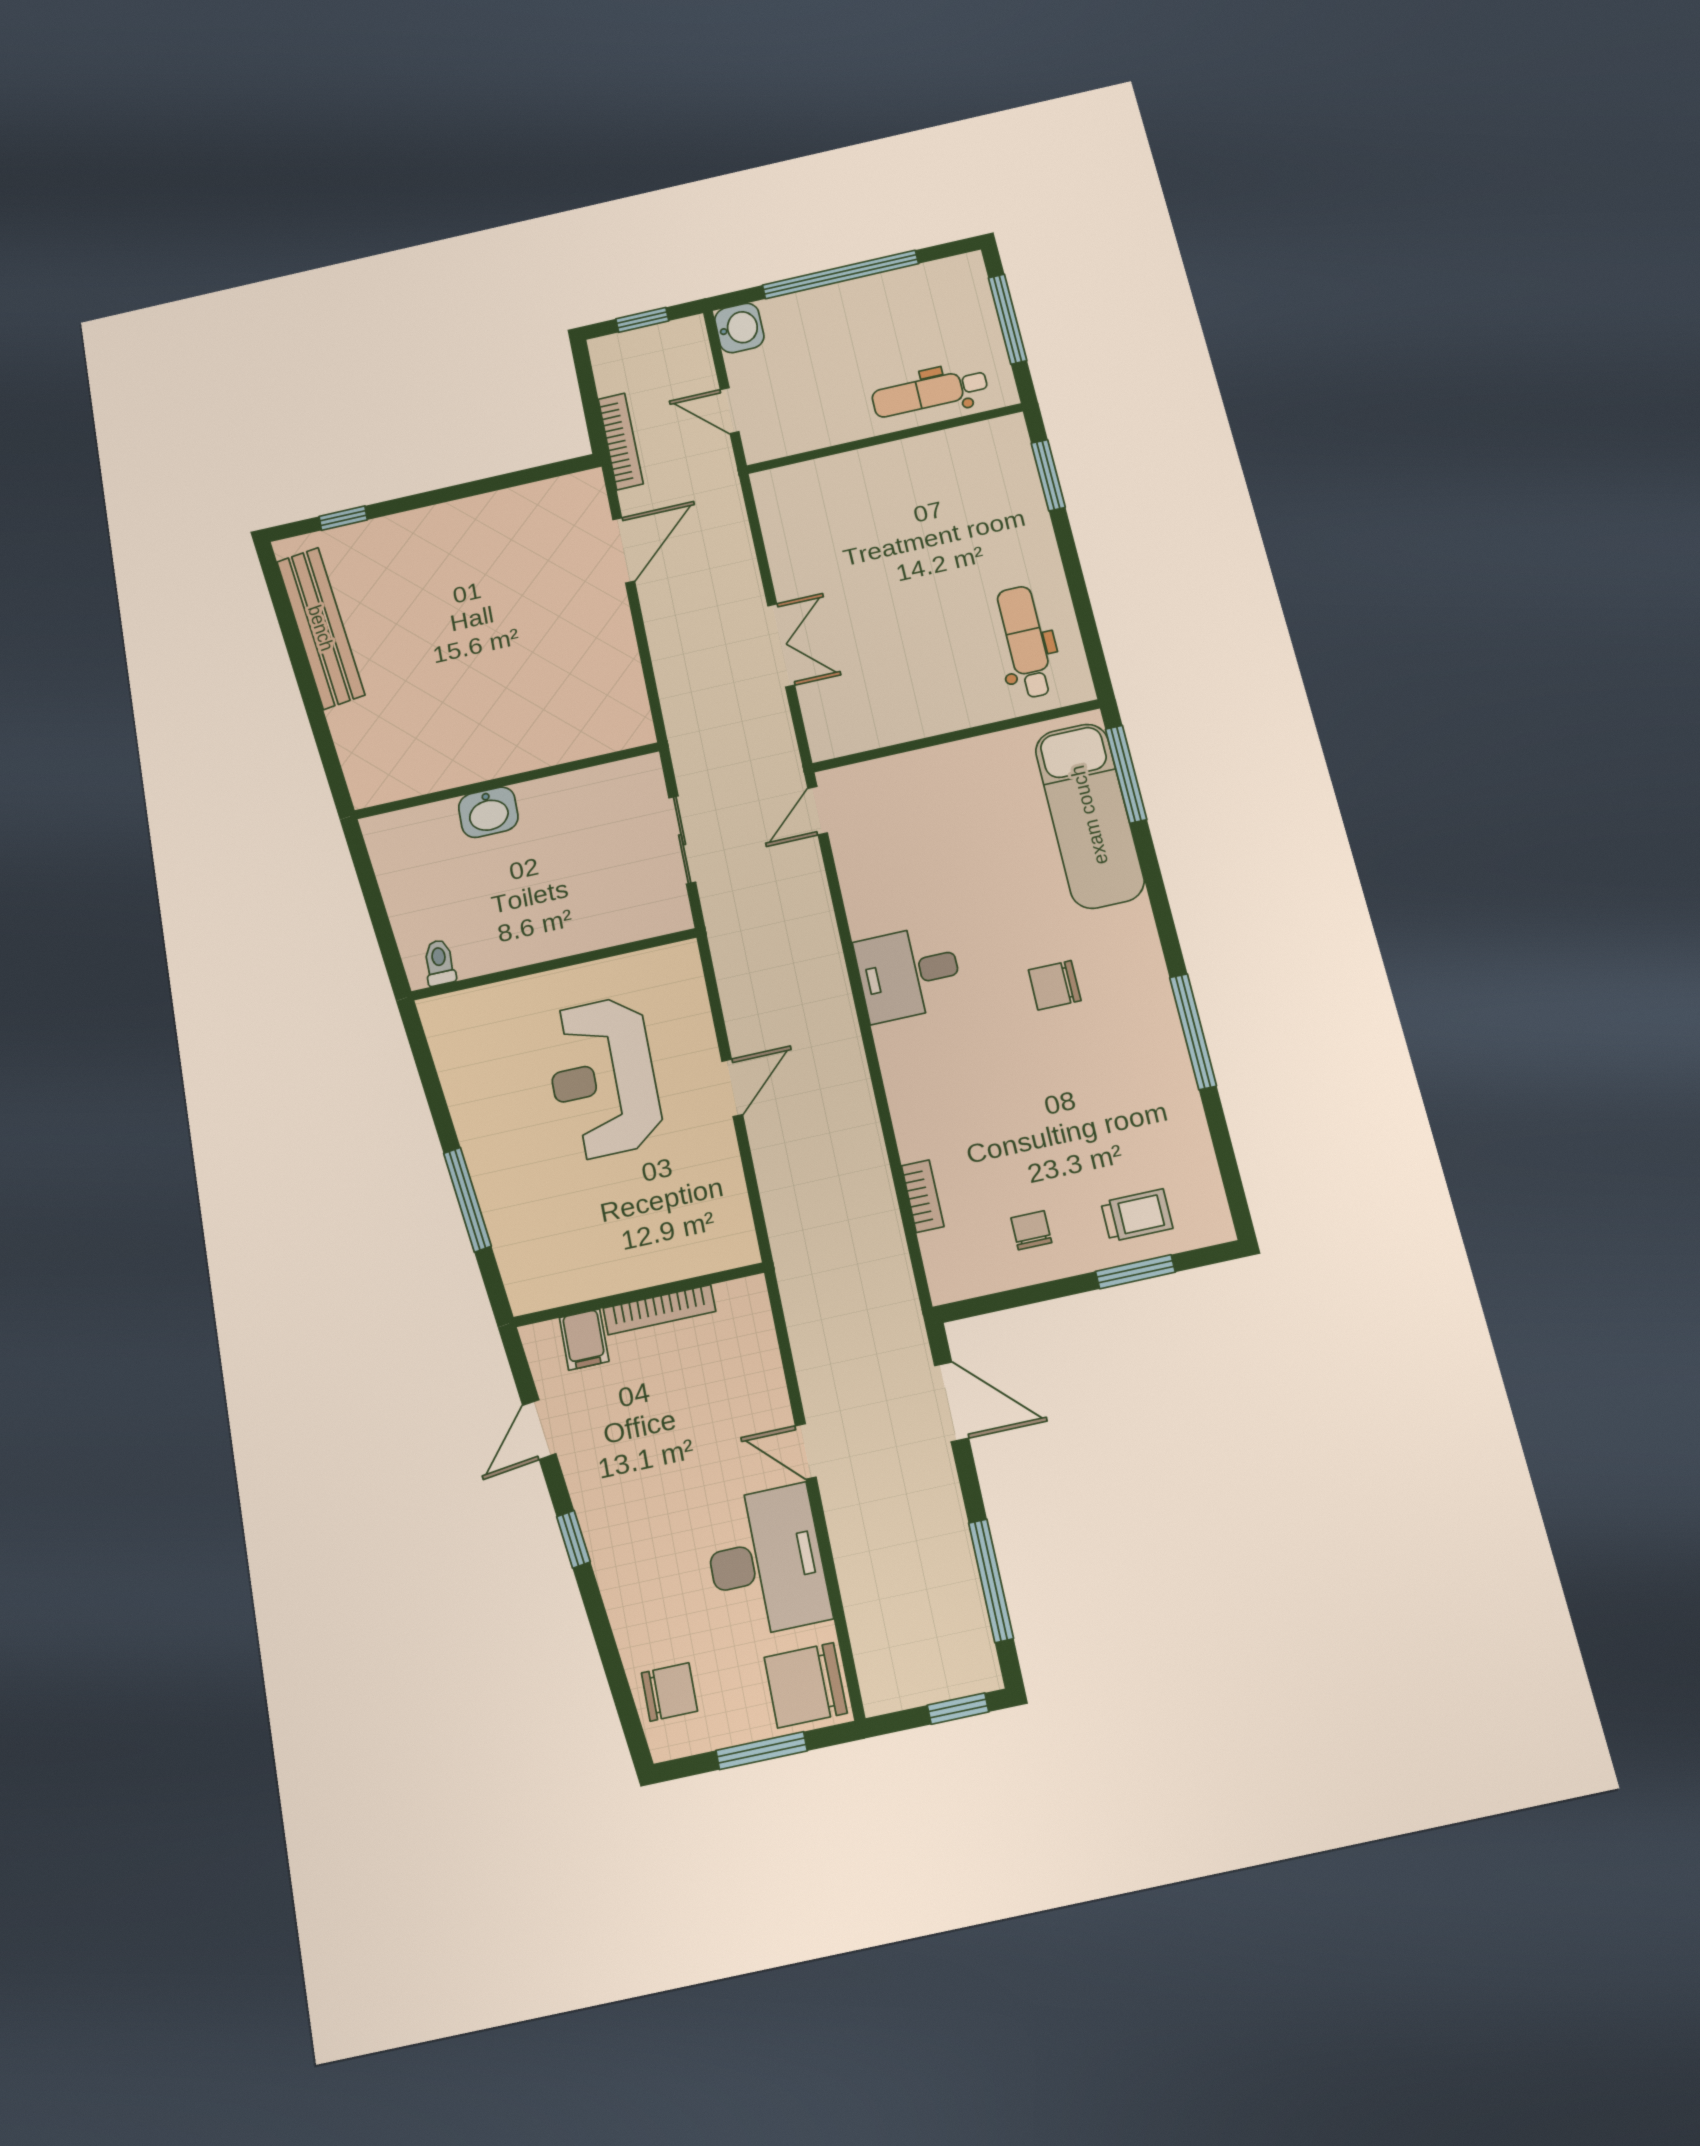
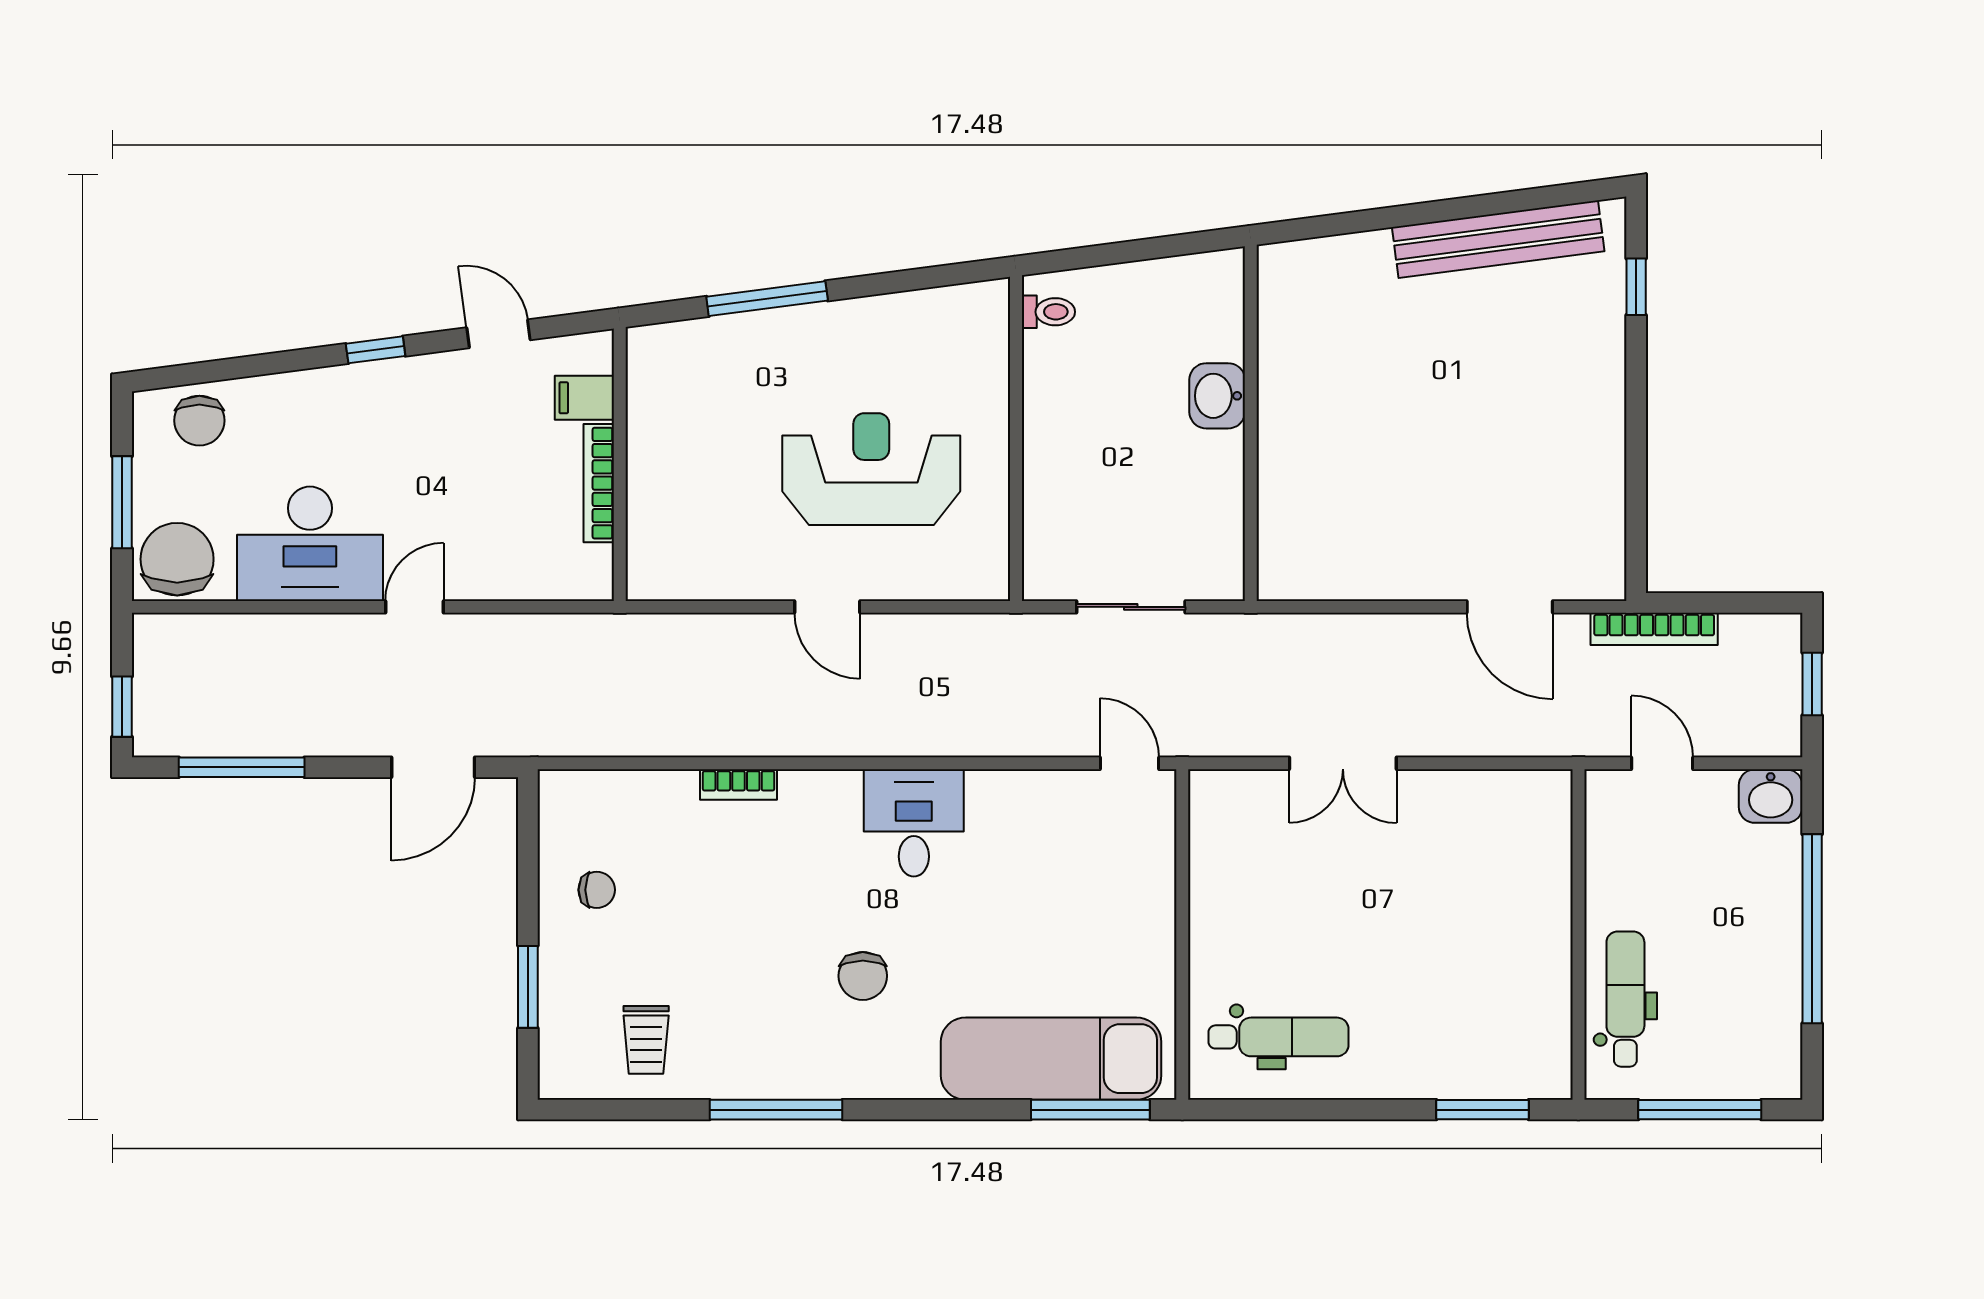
door: (730, 411) -> (1662, 763), hinge flipped
chair: (1055, 985) -> (863, 976), turned 180
bookcase: (923, 1196) -> (739, 785), moved
trolley: (1137, 1215) -> (646, 1040), moved

